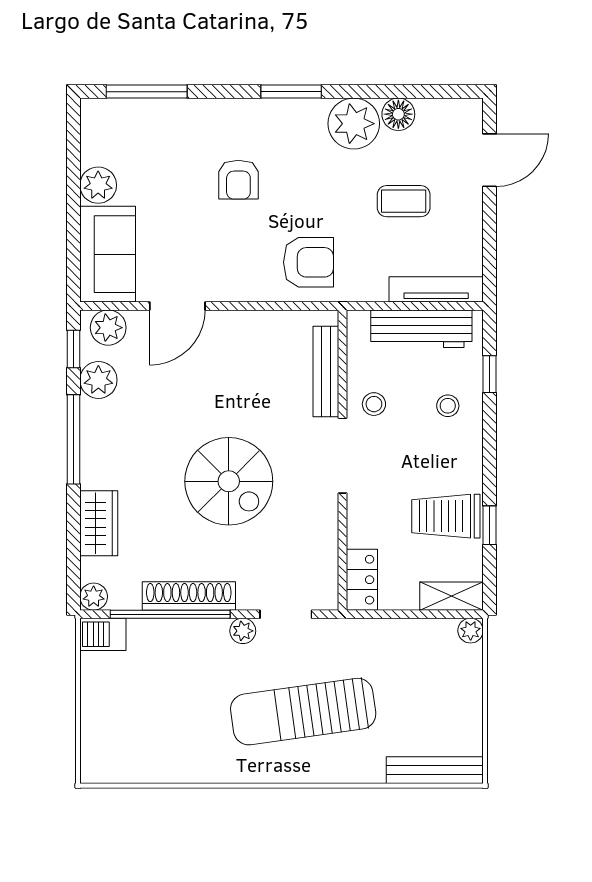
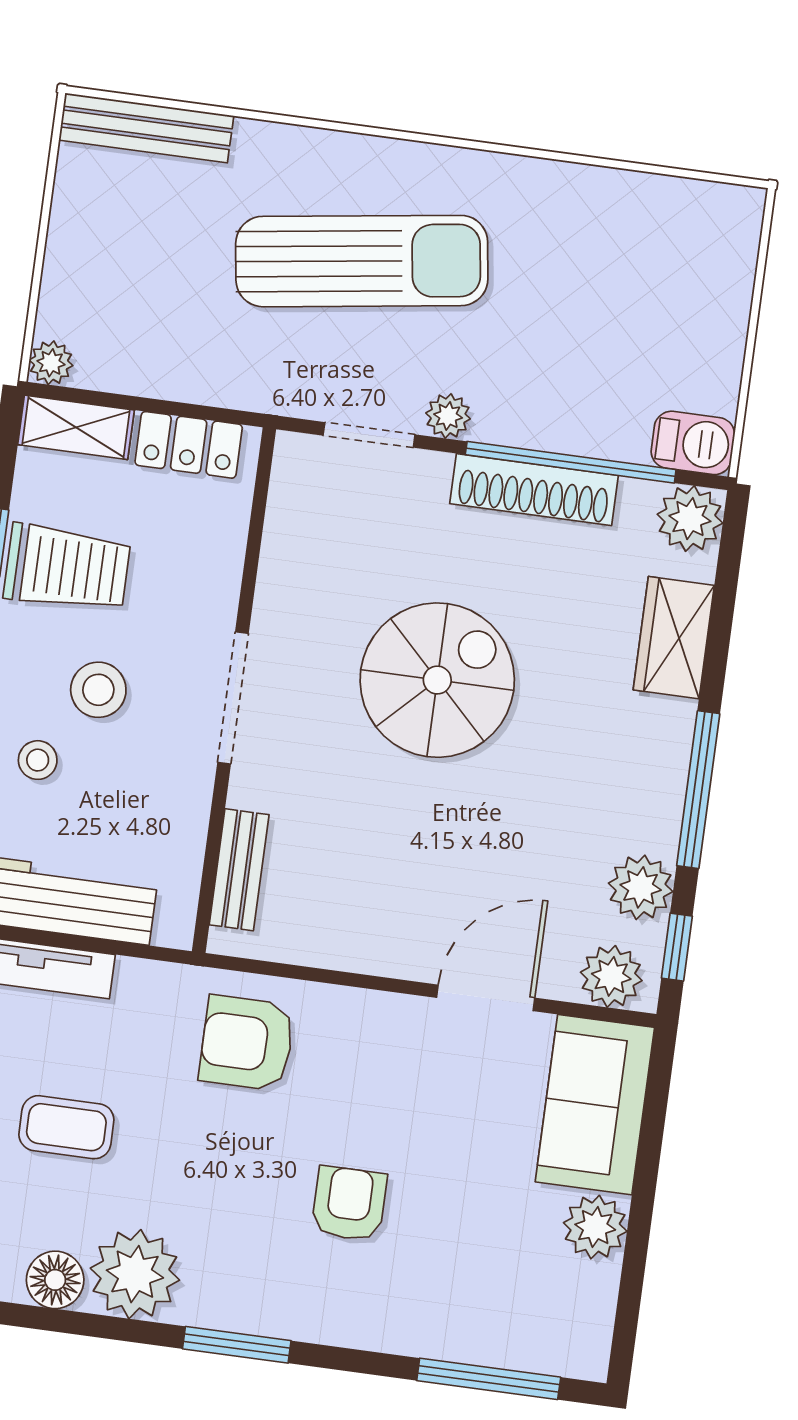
bench: (326, 371) -> (239, 870), width x0.73
stool: (374, 404) -> (98, 690), moved, width x1.37, depth x1.37
spiral stairs: (229, 481) -> (437, 680), turned 90
locker: (362, 580) -> (189, 445), moved, turned -90
plant: (94, 597) -> (690, 519), width x1.38, depth x1.38

